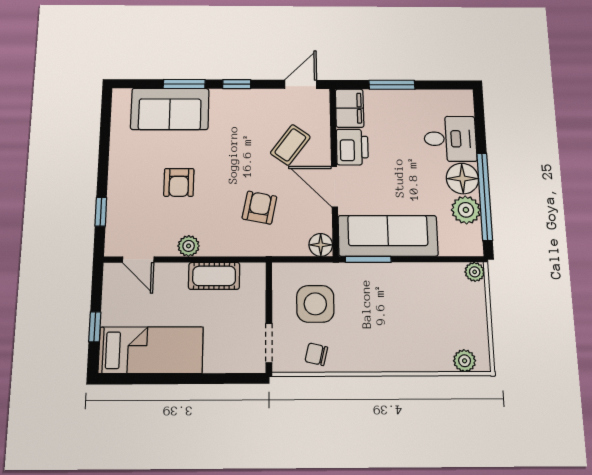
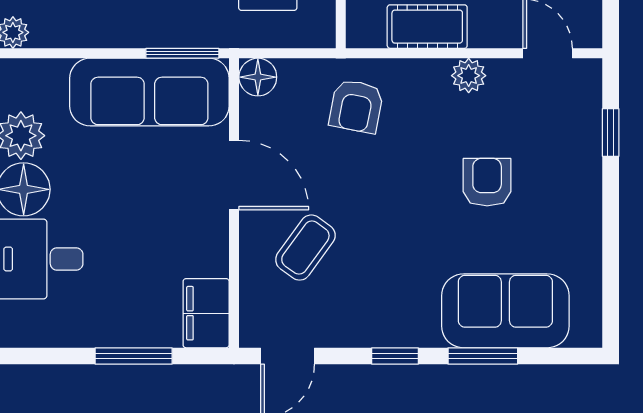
printer: (352, 147) -> (203, 244), removed
armchair: (259, 208) -> (356, 106), moved

